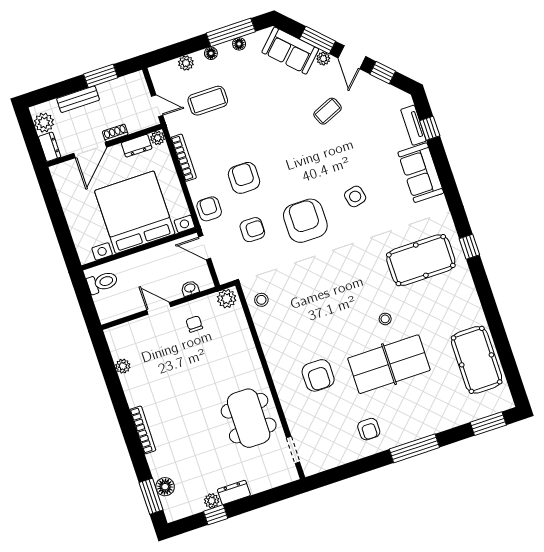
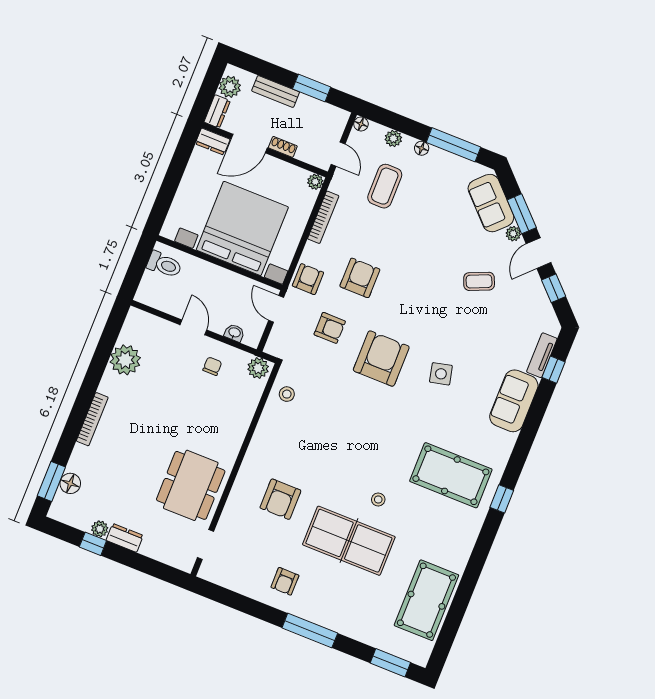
floor lamp: (239, 44) -> (361, 124), moved
coffee table: (208, 101) -> (385, 186), turned 90
dresser: (137, 146) -> (213, 142), moved
plant: (123, 366) -> (125, 360), width x1.88, depth x1.88

